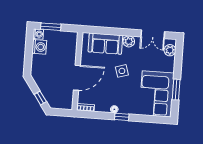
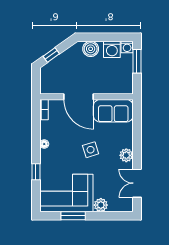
sofa: (105, 44) -> (113, 111), moved, turned -90
plant: (170, 50) -> (101, 205), moved
boiler: (38, 65) -> (91, 49), added
window: (122, 117) -> (36, 172), moved

